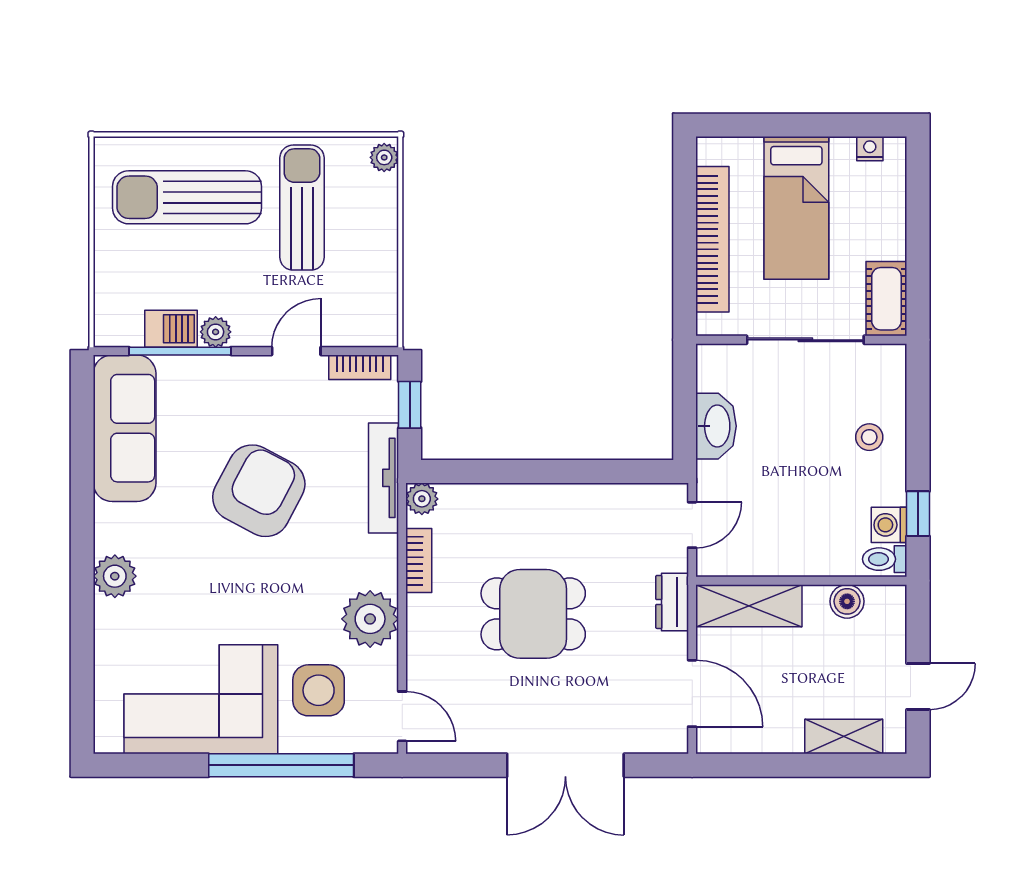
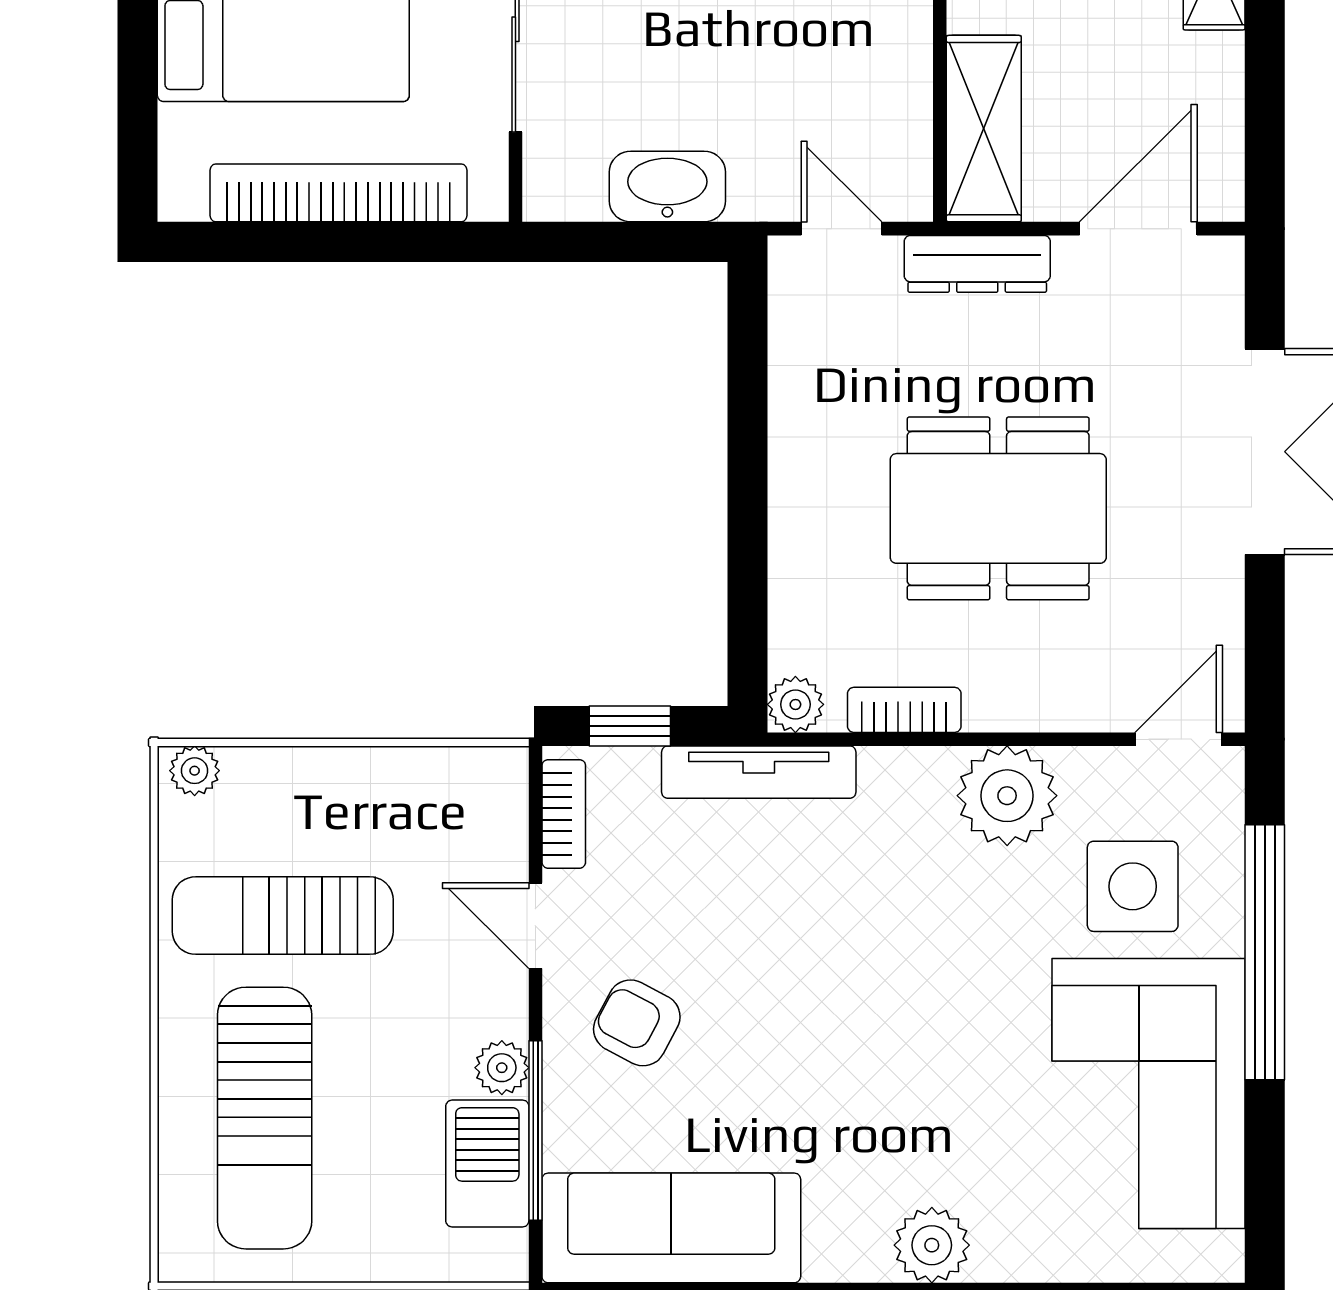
barbecue: (171, 329) -> (487, 1163), width x1.38, depth x1.27
armchair: (259, 491) -> (637, 1023), moved, width x0.53, depth x0.53
dresser: (672, 602) -> (977, 264), width x1.44
dining table: (533, 614) -> (998, 508), width x1.38

